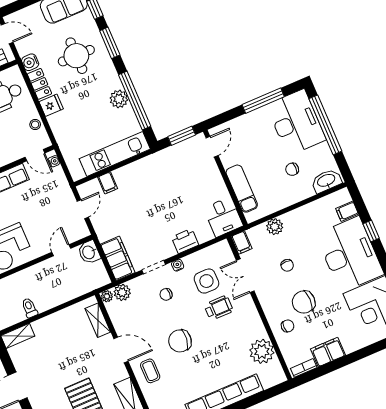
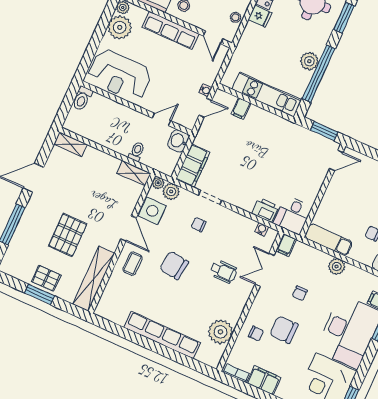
water cooler: (54, 161) -> (205, 90), moved
exam couch: (242, 189) -> (328, 240), moved, turned -90
plant: (275, 227) -> (337, 266), moved
printer: (185, 241) -> (265, 210), moved
water cooler: (178, 265) -> (262, 229), moved
side table: (206, 281) -> (152, 211), moved
toilet: (29, 308) -> (137, 152), moved
shelving: (98, 320) -> (134, 173), moved, turned 90

